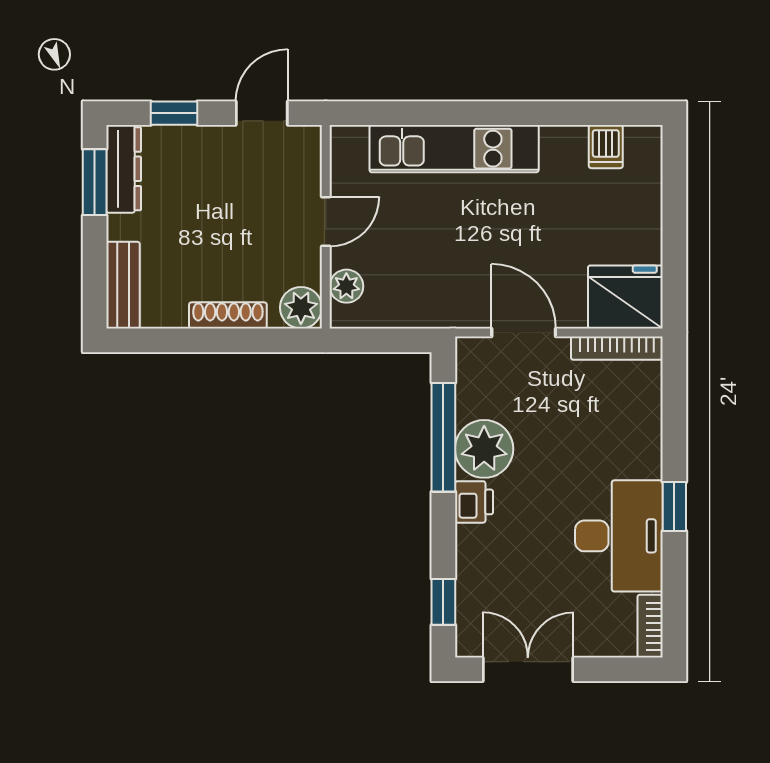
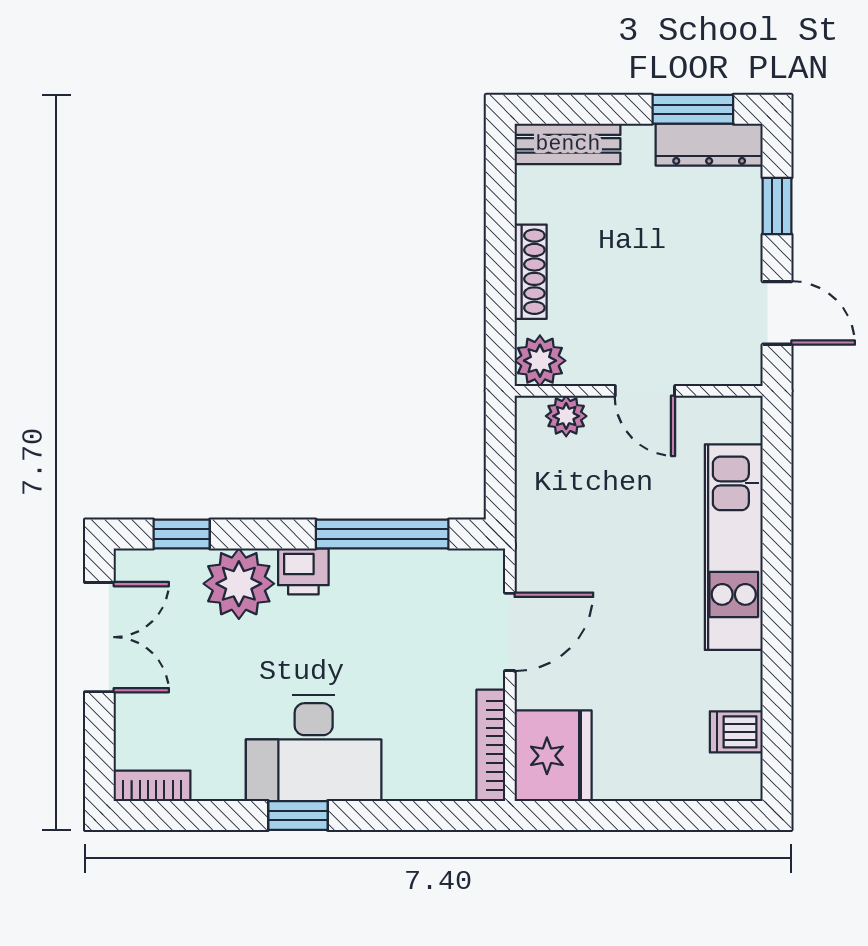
plant: (484, 449) -> (239, 584), moved
desk: (619, 536) -> (314, 748), moved

